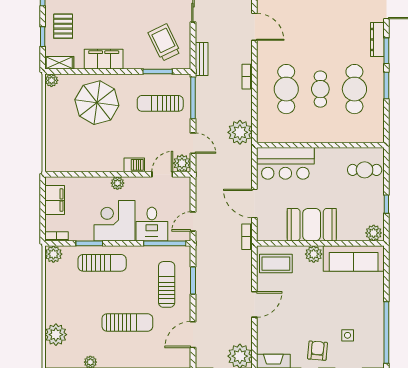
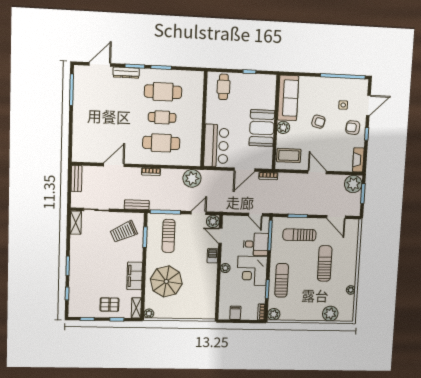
filing cabinet: (55, 200) -> (235, 313), width x0.50
plant: (374, 233) -> (270, 82), removed
coffee table: (276, 264) -> (289, 155), turned 90
armchair: (324, 302) -> (318, 122), added

